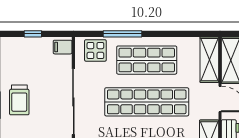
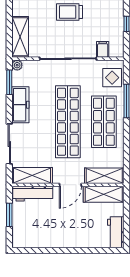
filing cabinet: (63, 47) -> (103, 49), moved

